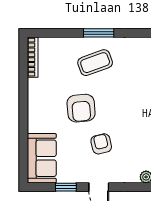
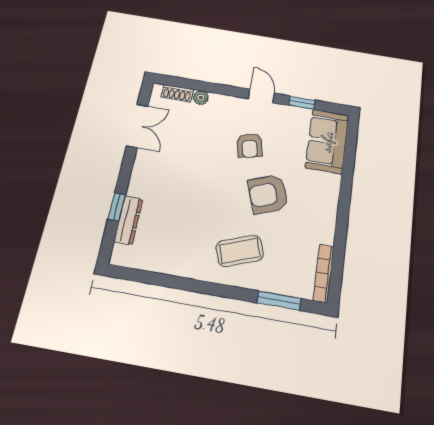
window: (99, 33) -> (279, 301), moved
armchair: (81, 108) -> (268, 194), turned -106

